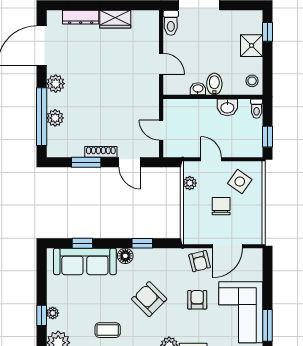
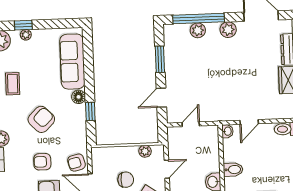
washbasin: (198, 89) -> (227, 131), moved
shoe rack: (101, 152) -> (169, 72), removed
window: (82, 243) -> (88, 59), removed
armchair: (197, 300) -> (42, 162), turned 180

